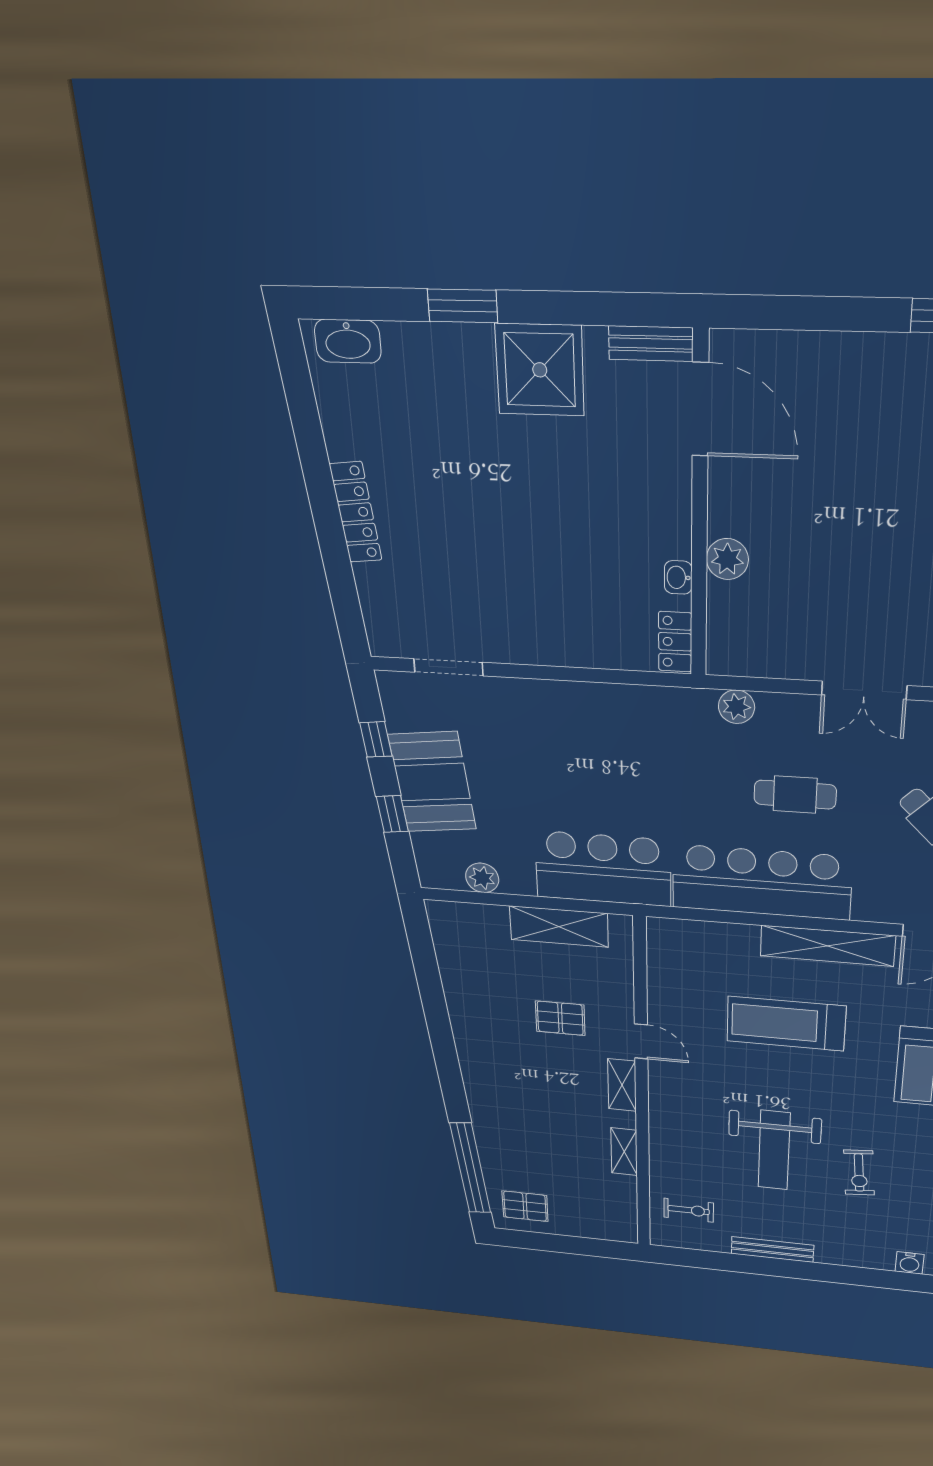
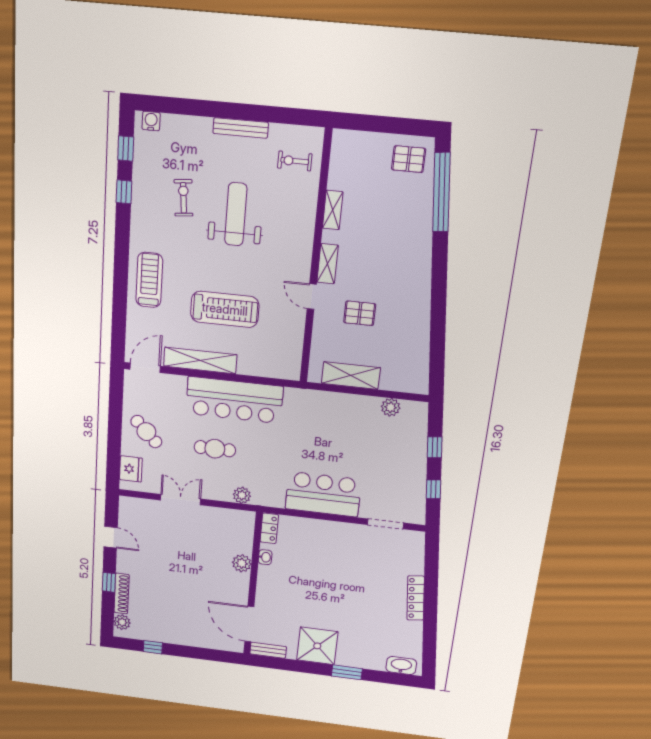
booth: (432, 782) -> (407, 464), removed
bar counter: (603, 869) -> (323, 494), moved, turned 180

